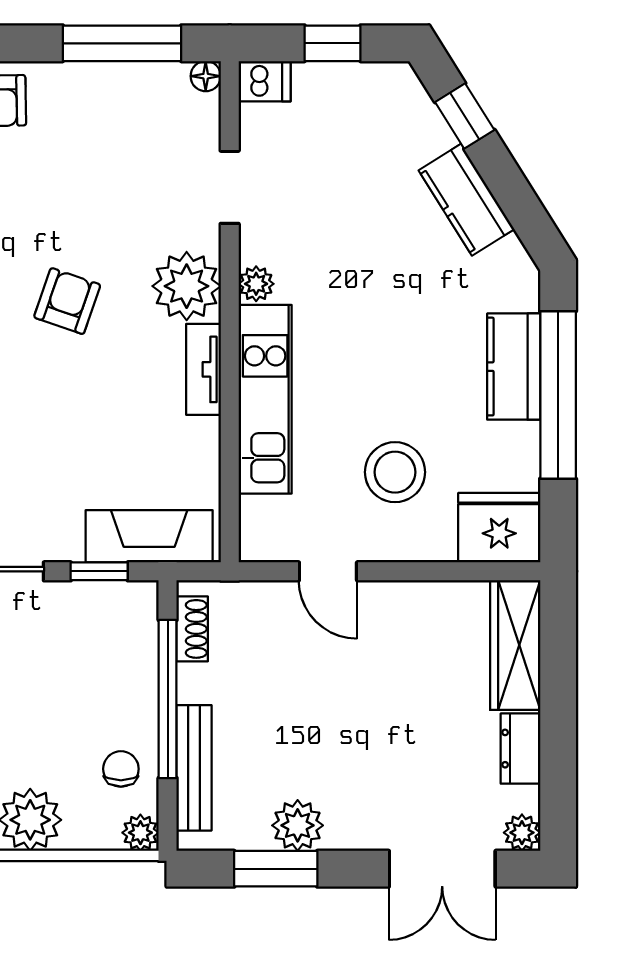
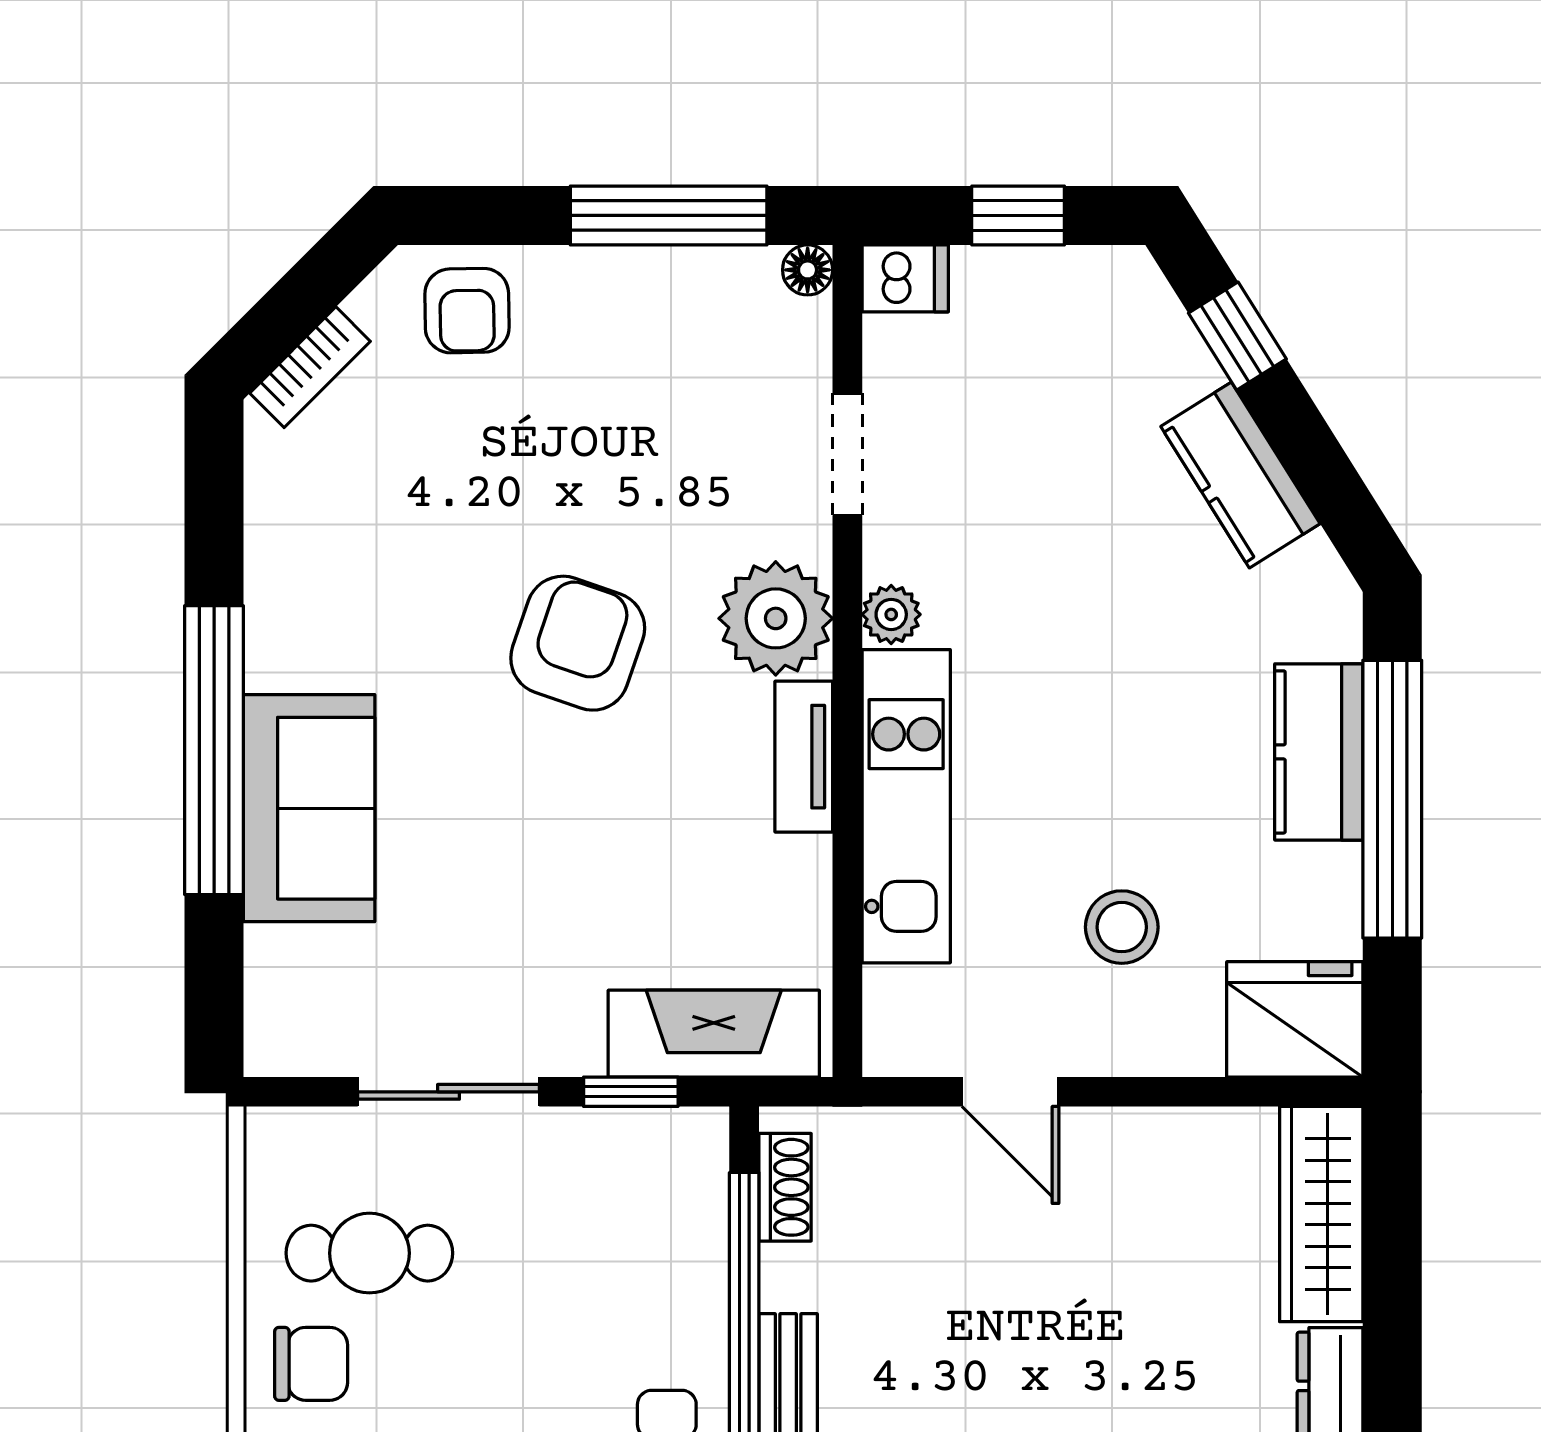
armchair: (67, 301) -> (578, 643), width x1.38, depth x1.38
stool: (395, 472) -> (1122, 927), width x0.73, depth x0.73

